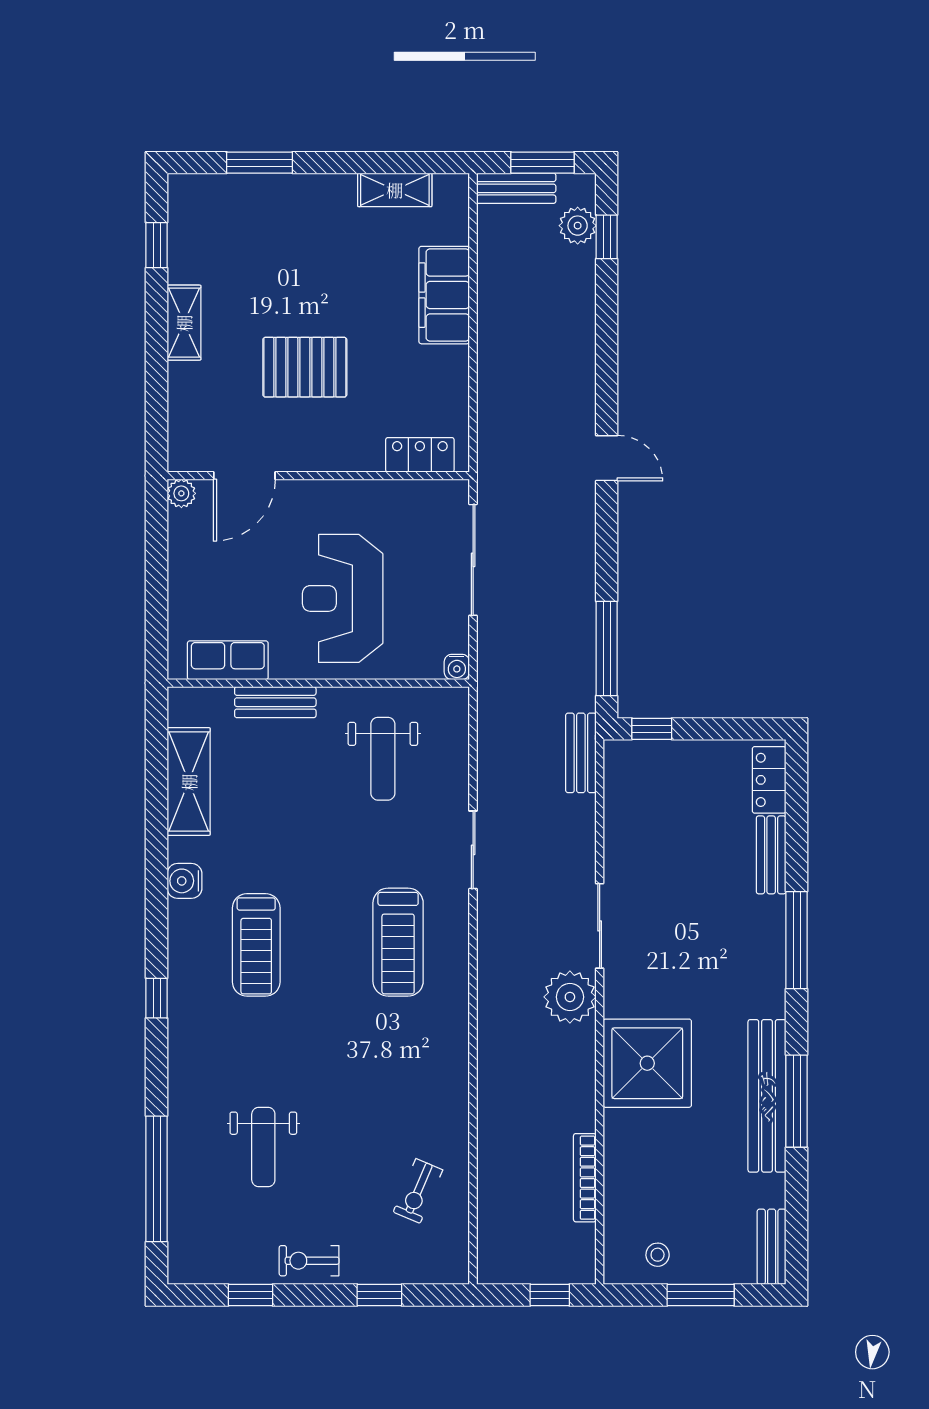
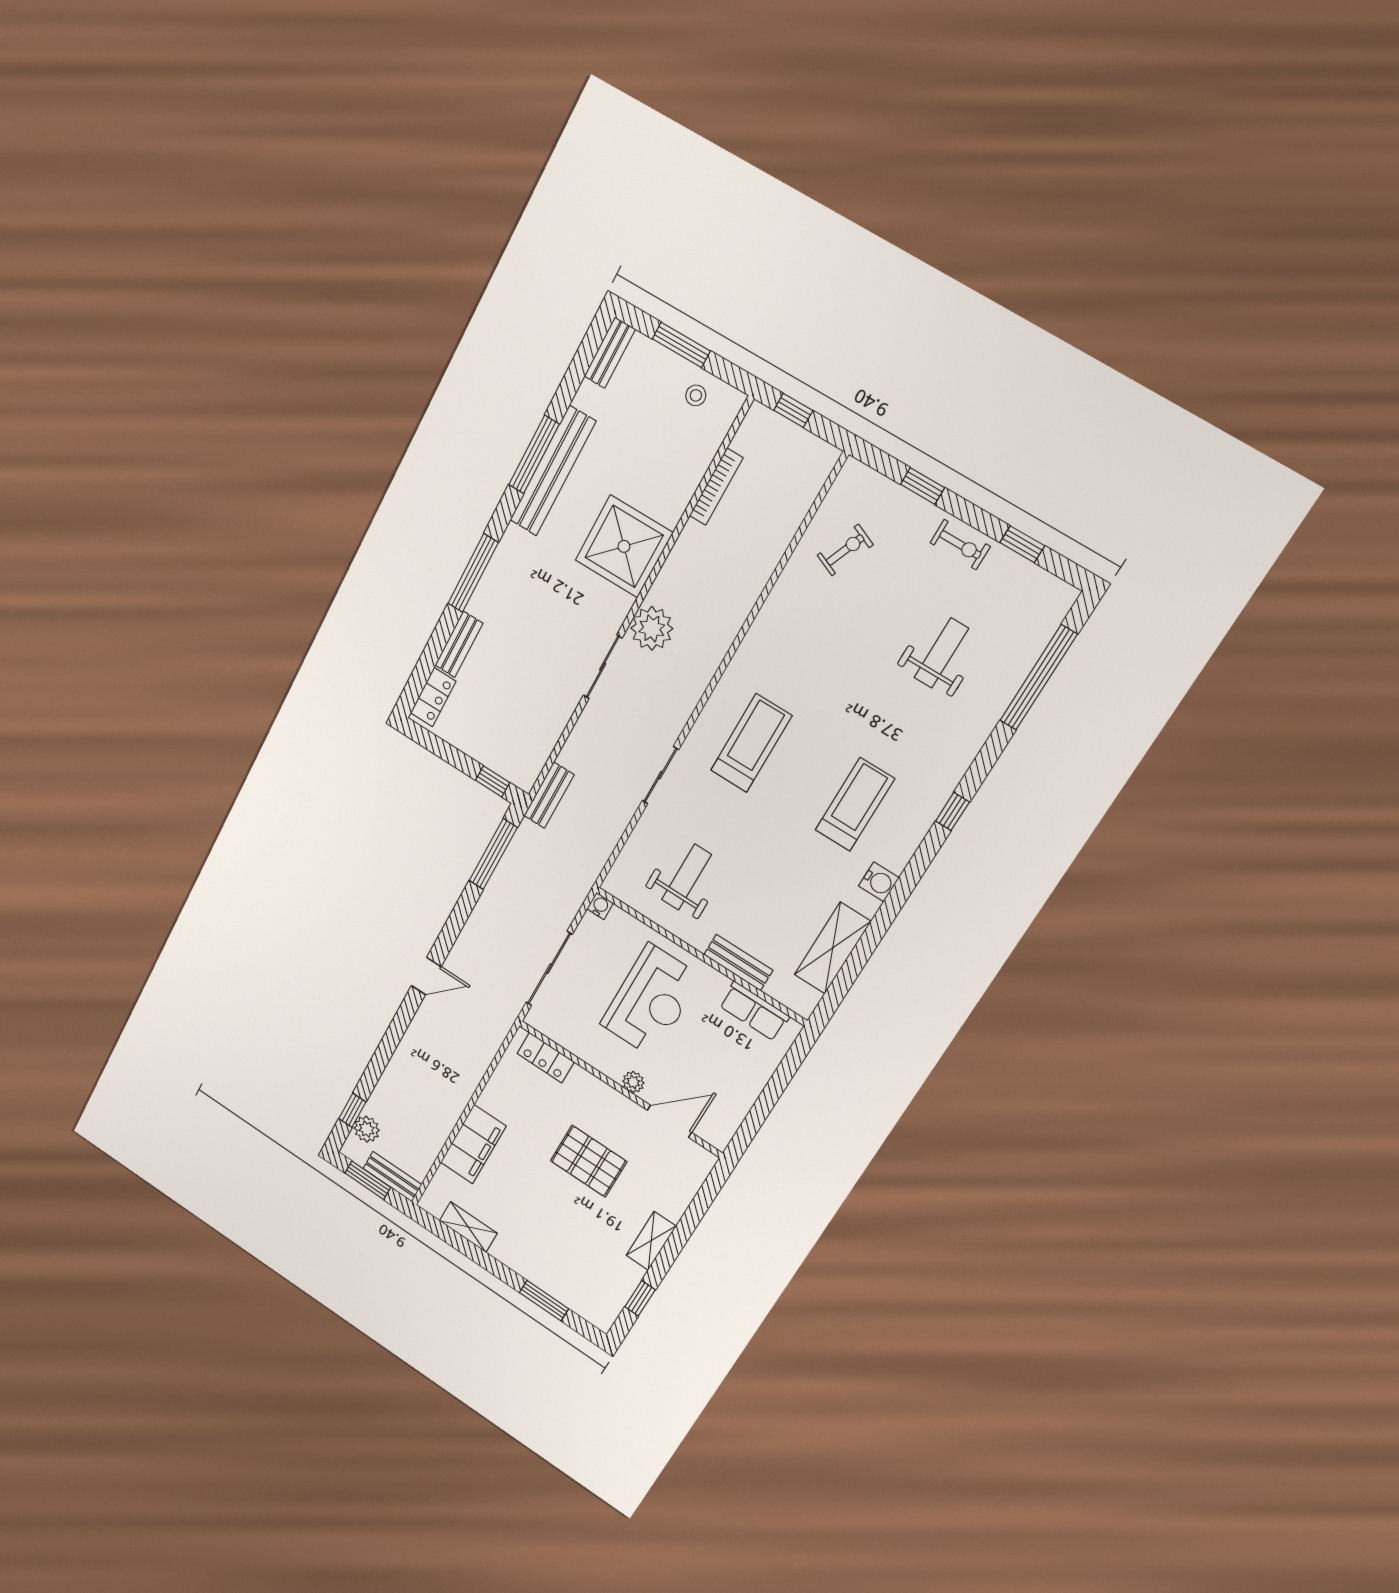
door: (607, 458) -> (426, 976), swing flipped
plant: (181, 493) -> (633, 1082), moved

